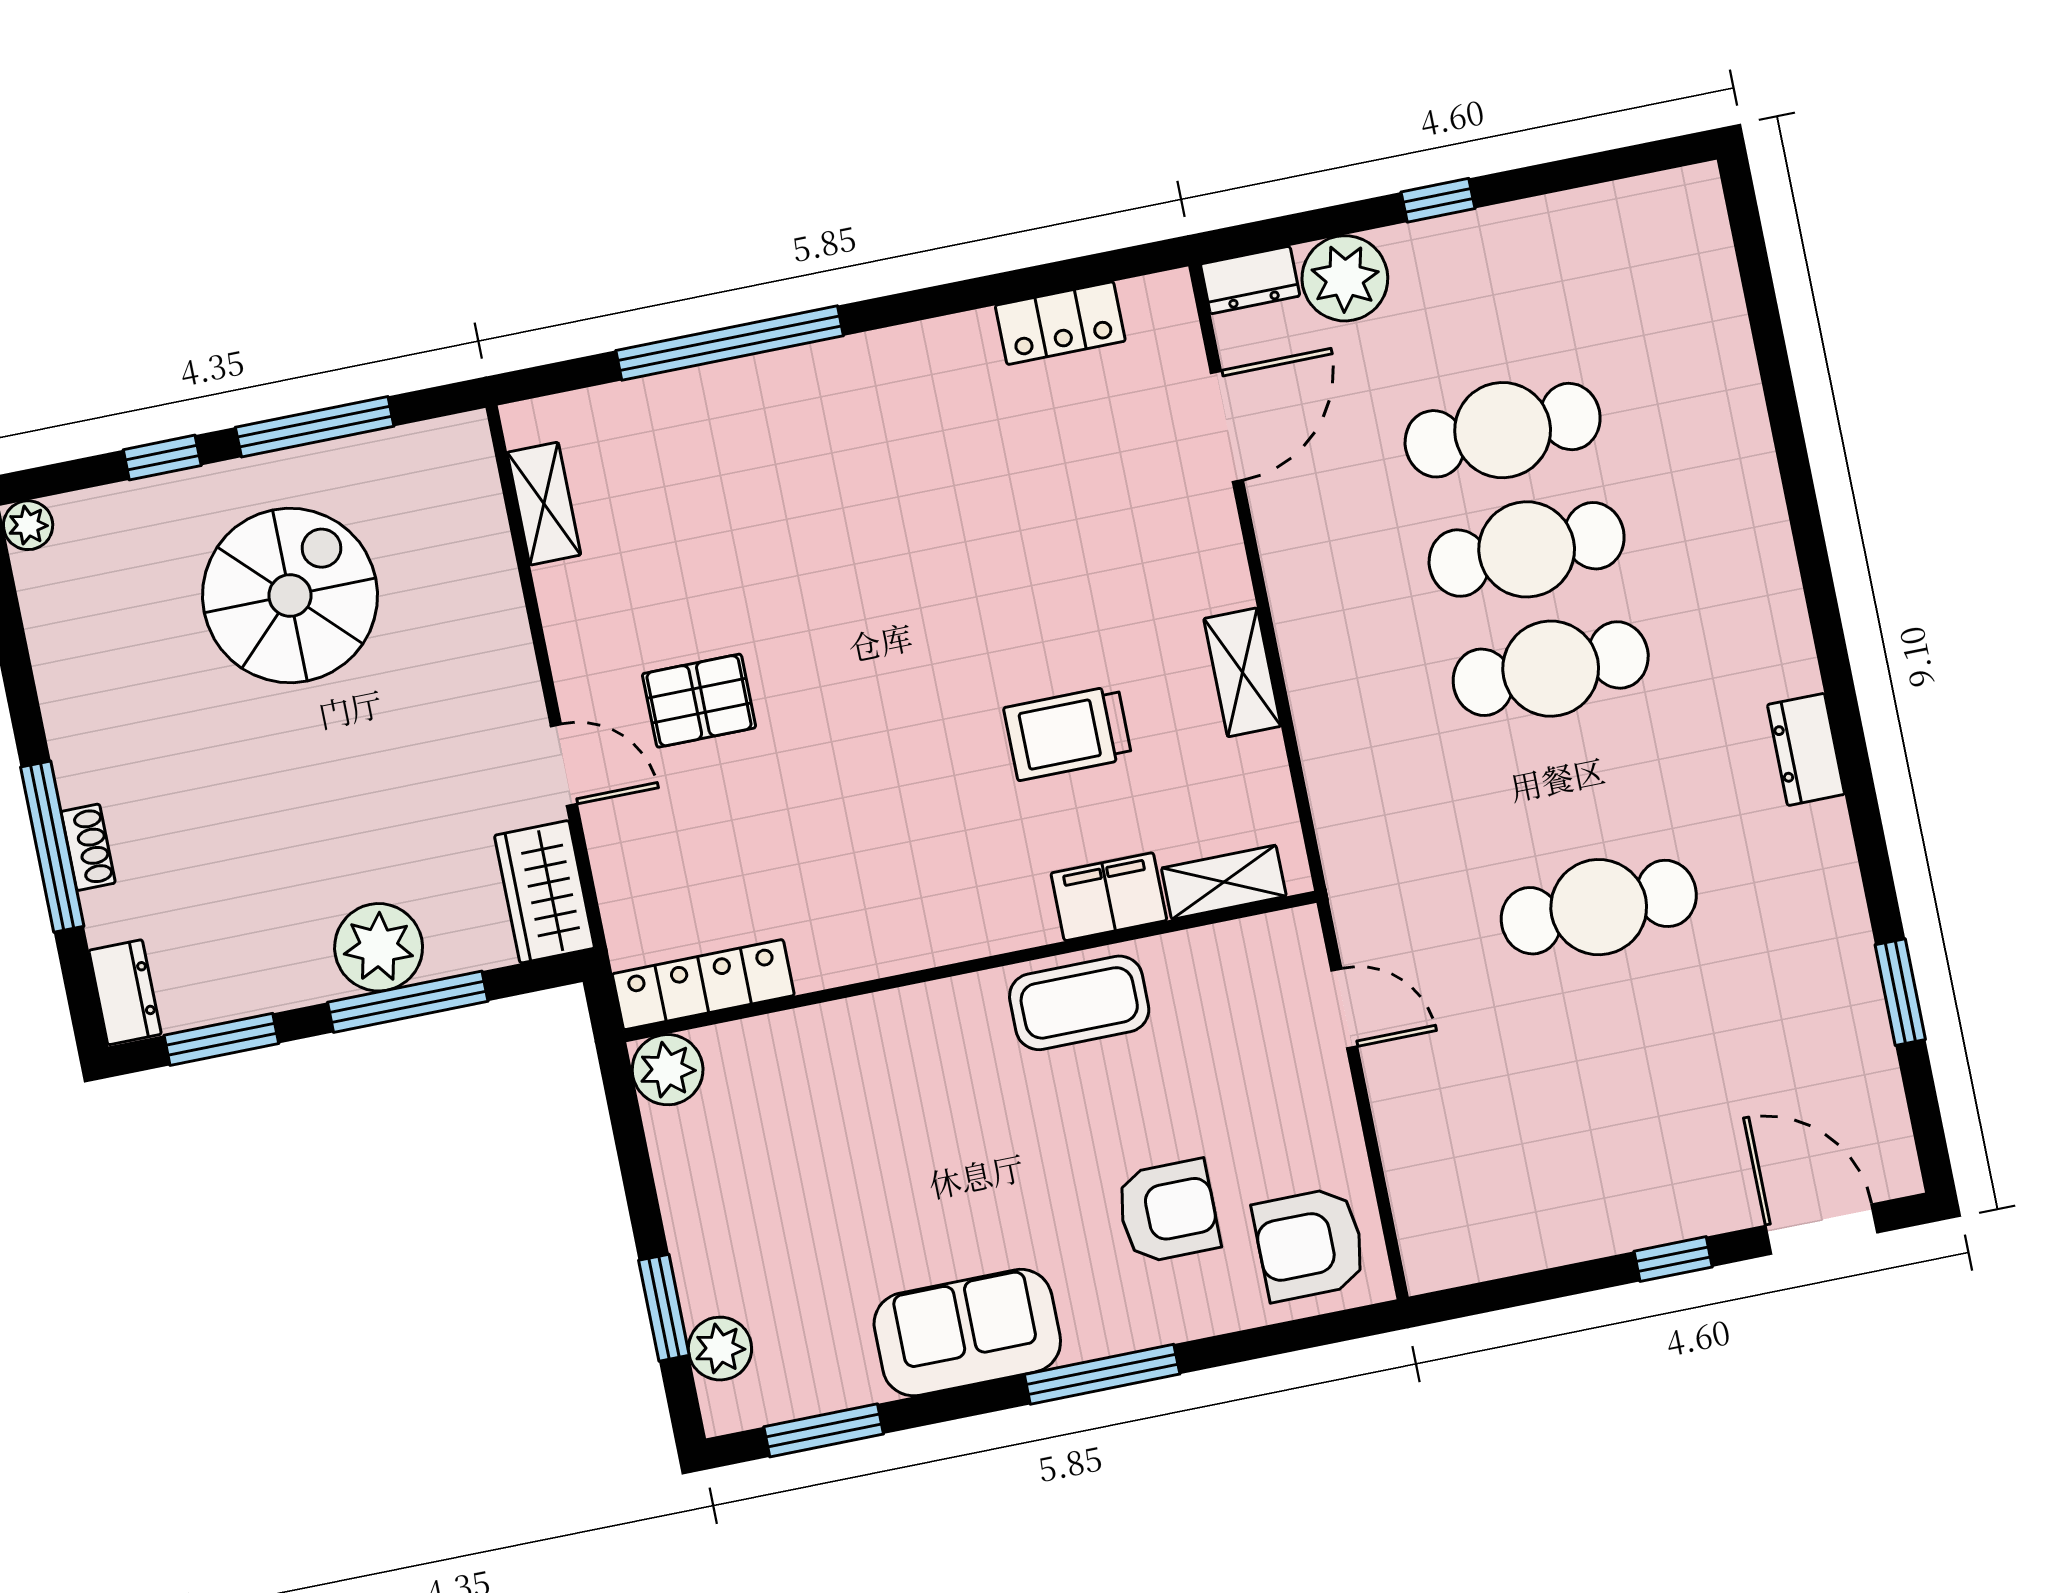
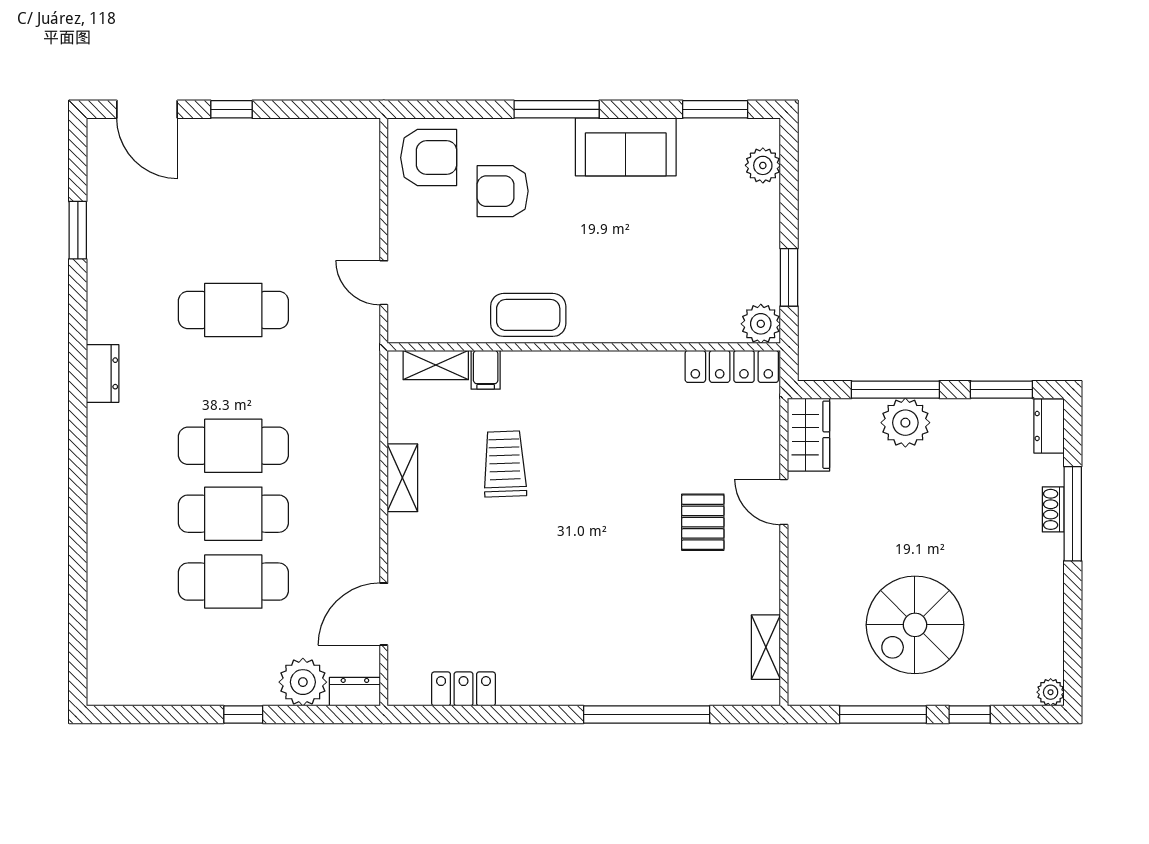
pallet: (699, 701) -> (703, 522), turned 90
trolley: (1068, 733) -> (505, 464), turned -92
filing cabinet: (1109, 897) -> (486, 370), width x0.50
window: (664, 1308) -> (789, 277), moved

